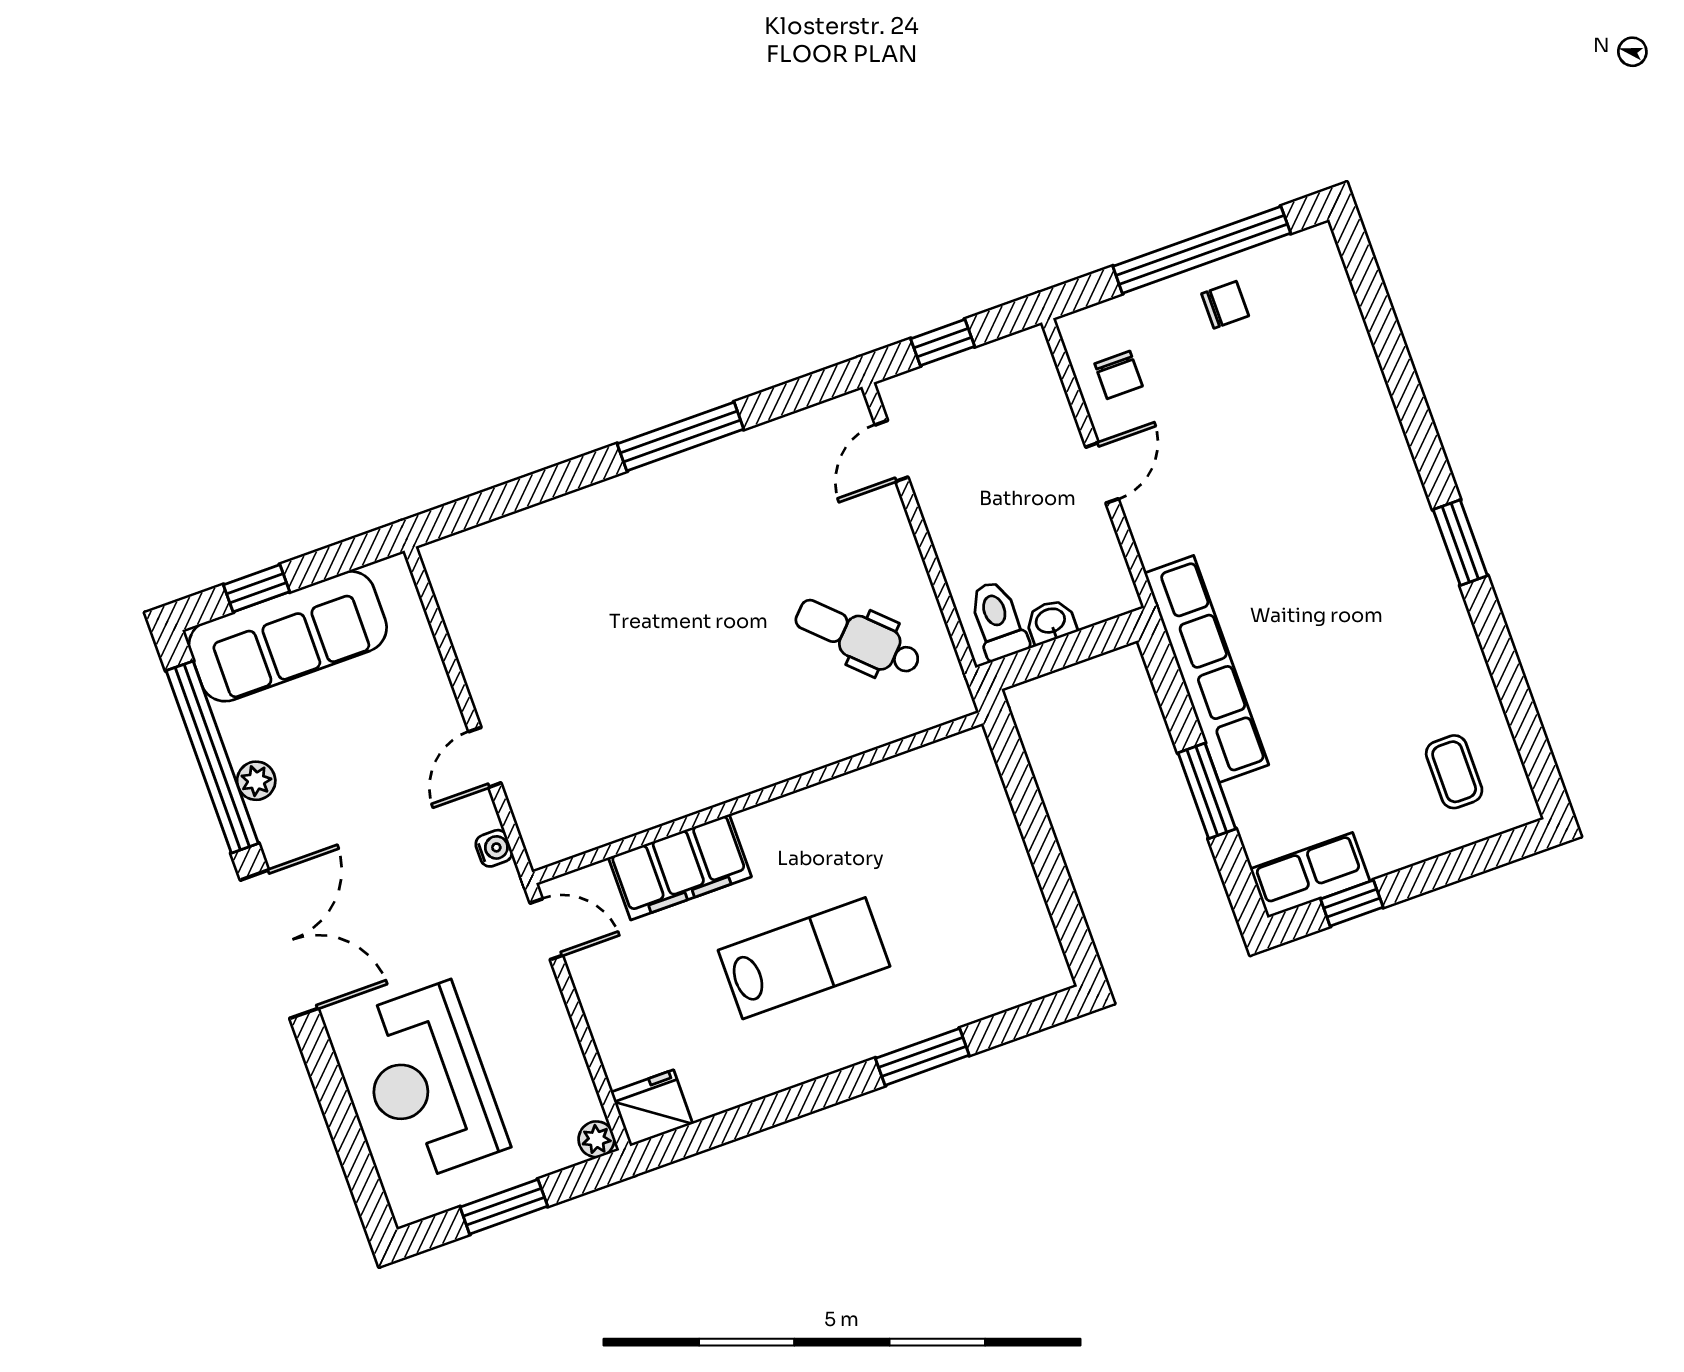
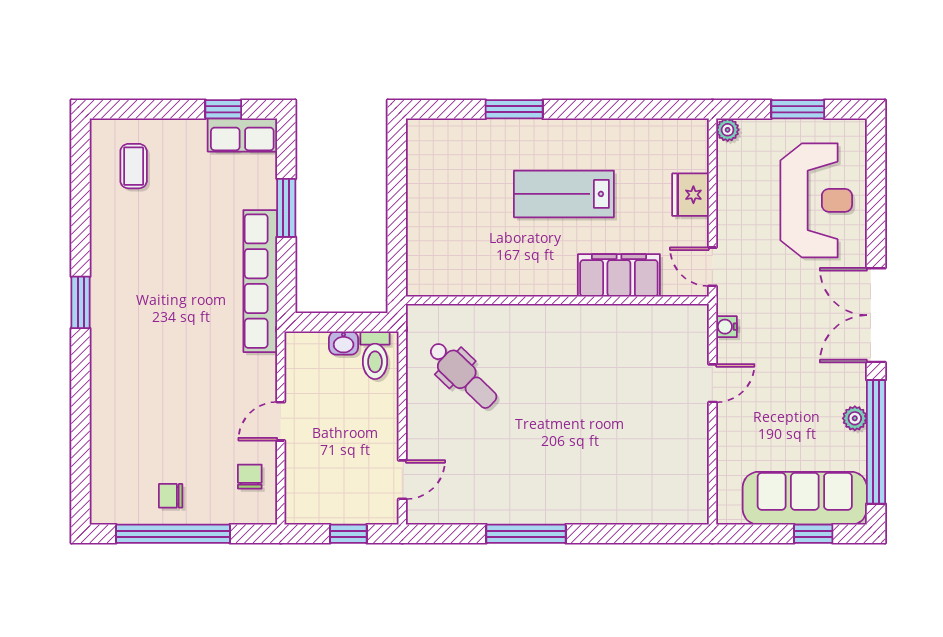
fridge: (652, 1108) -> (691, 195), moved, turned 90

